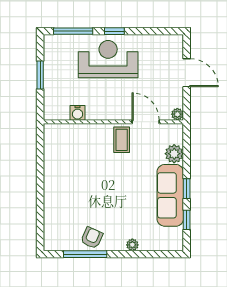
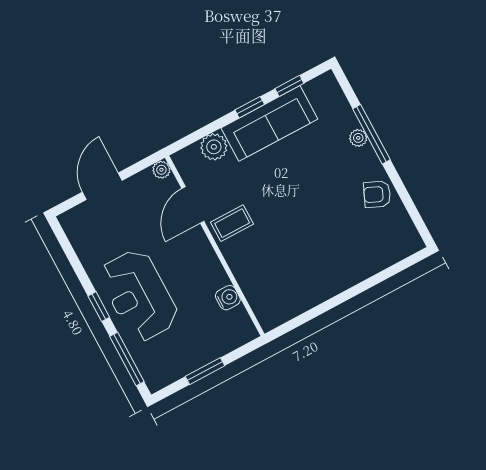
window: (85, 254) -> (371, 134), moved

